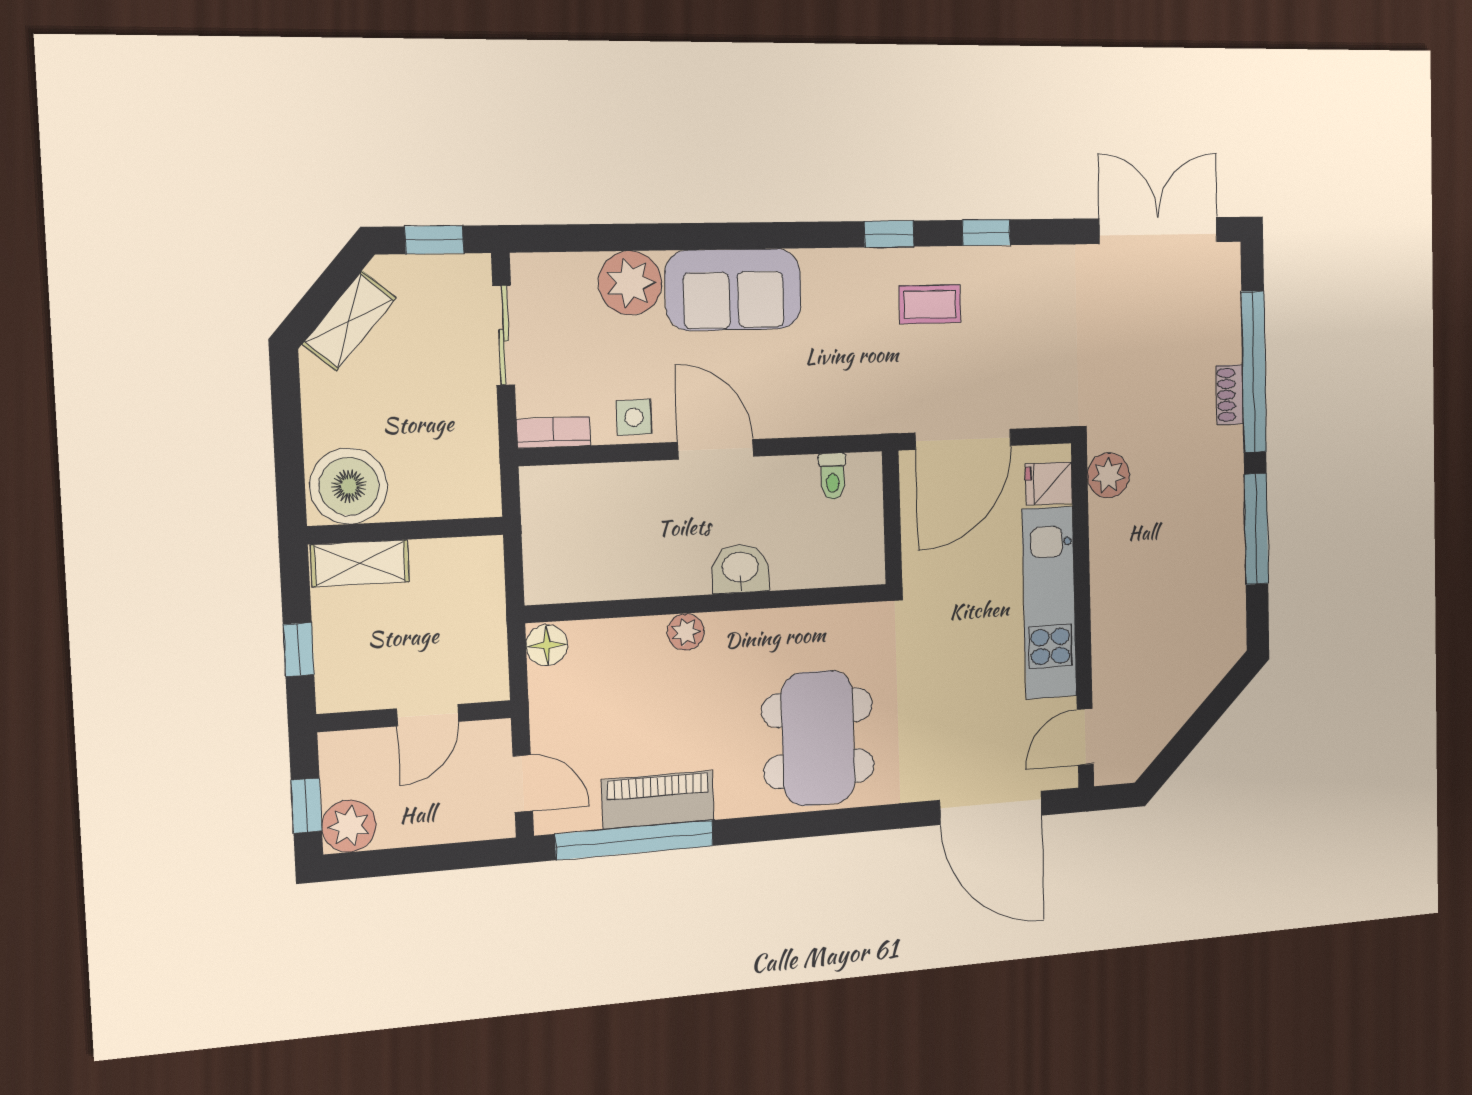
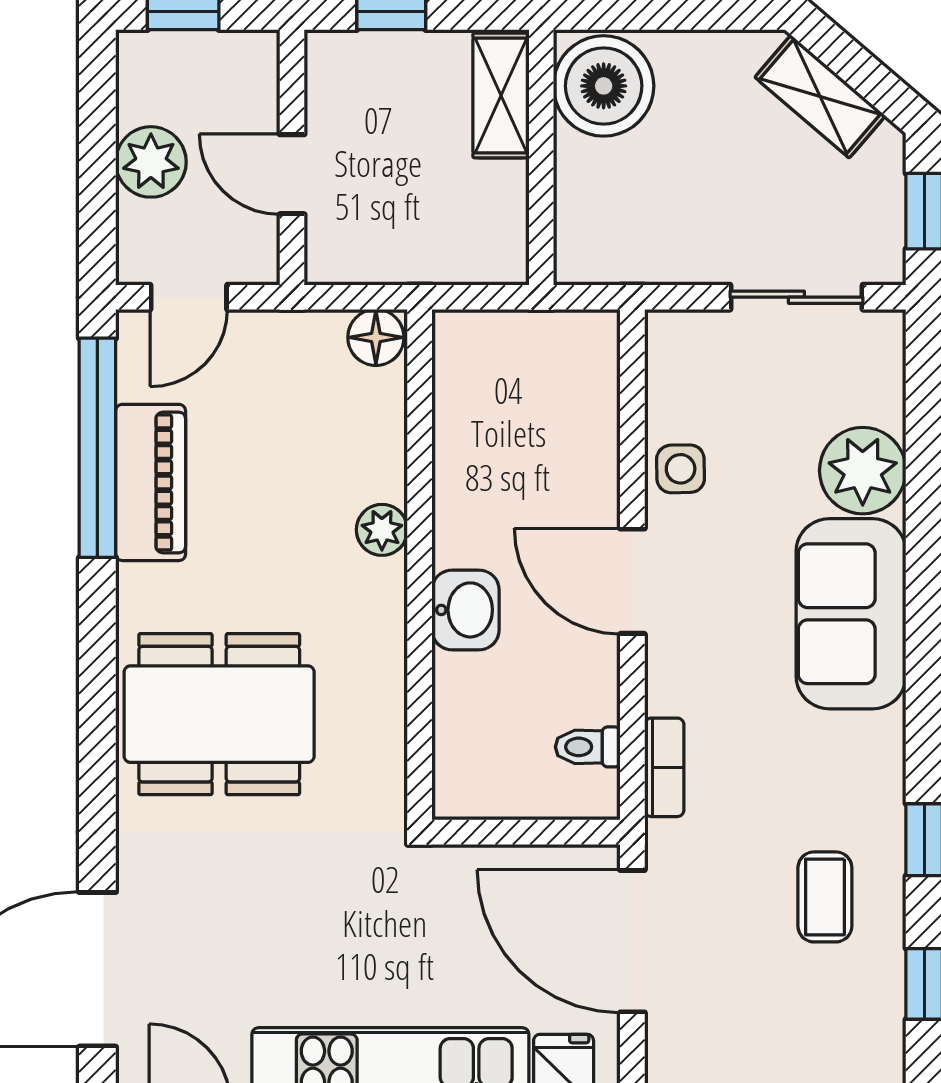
bookcase: (554, 432) -> (664, 767), moved
door: (716, 449) -> (632, 581), swing flipped
plant: (349, 826) -> (151, 162), moved

